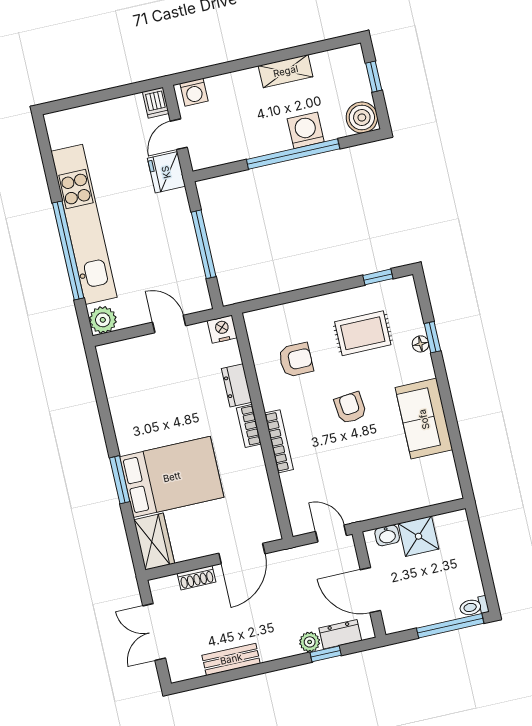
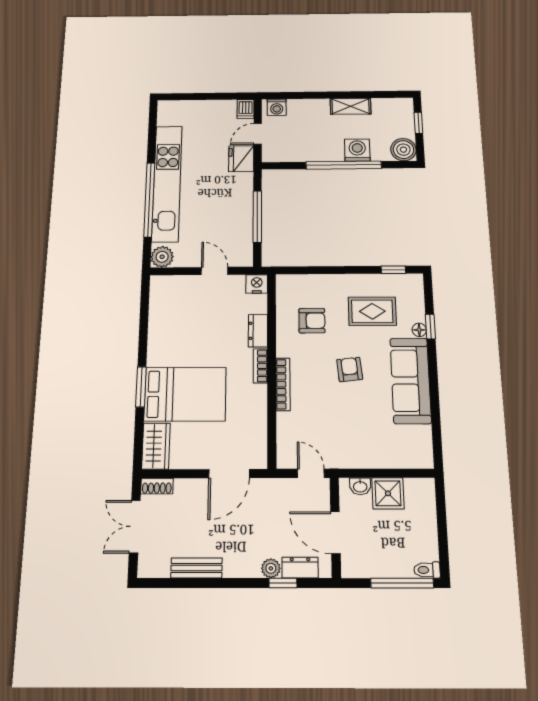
sofa: (424, 419) -> (411, 380), width x1.36
shoe rack: (196, 578) -> (157, 486), moved

